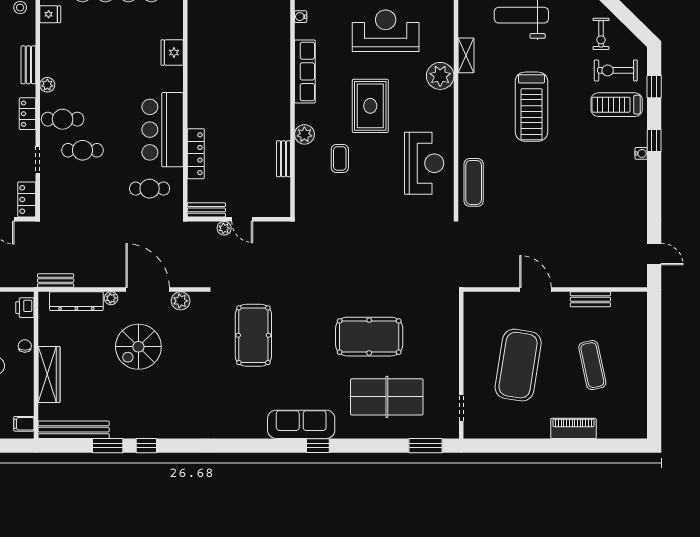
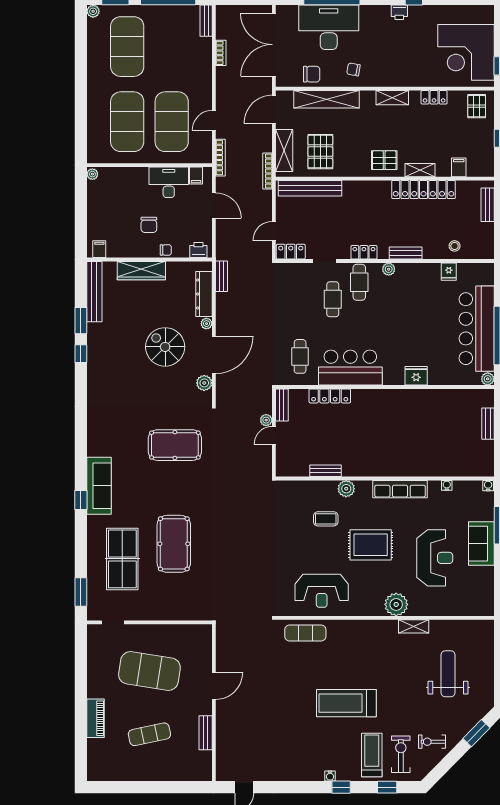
treadmill: (532, 107) -> (346, 703), moved

